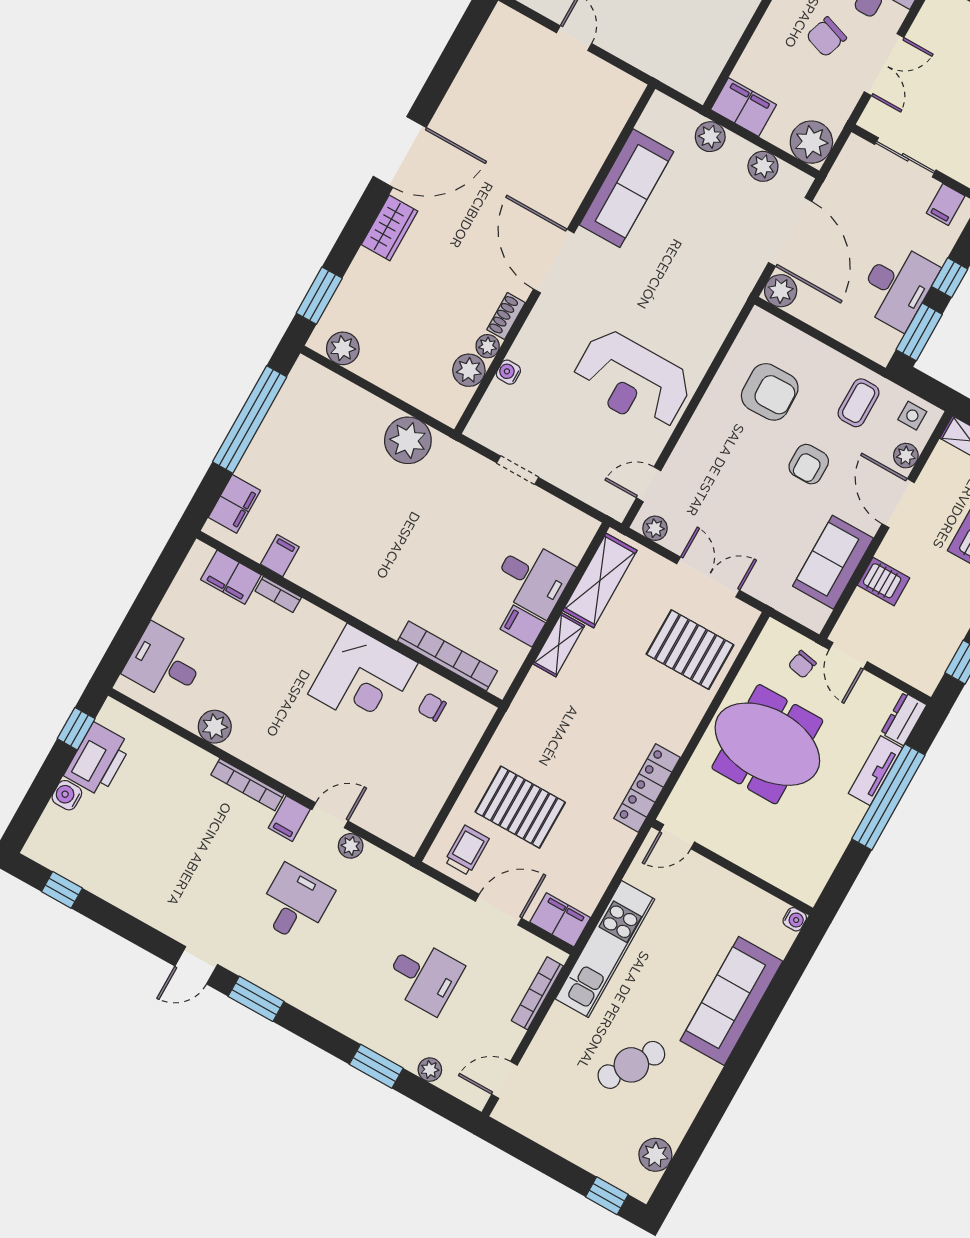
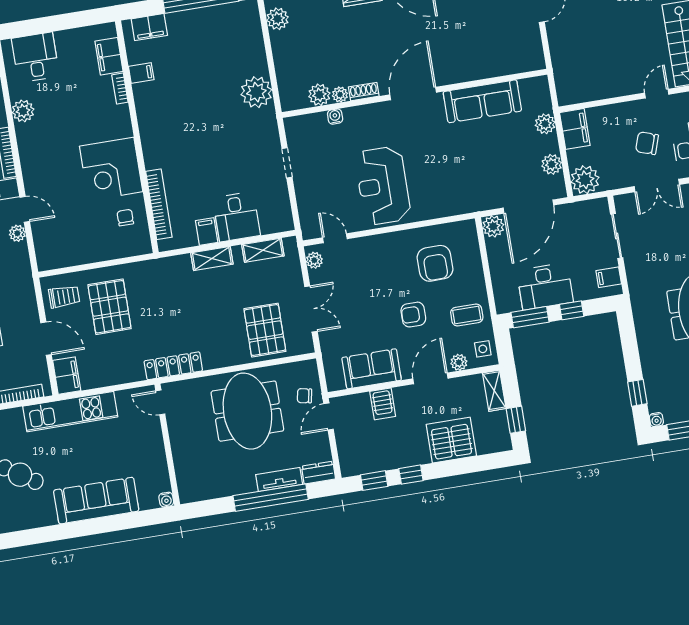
shelving: (600, 580) -> (263, 250), width x0.67, depth x0.75

